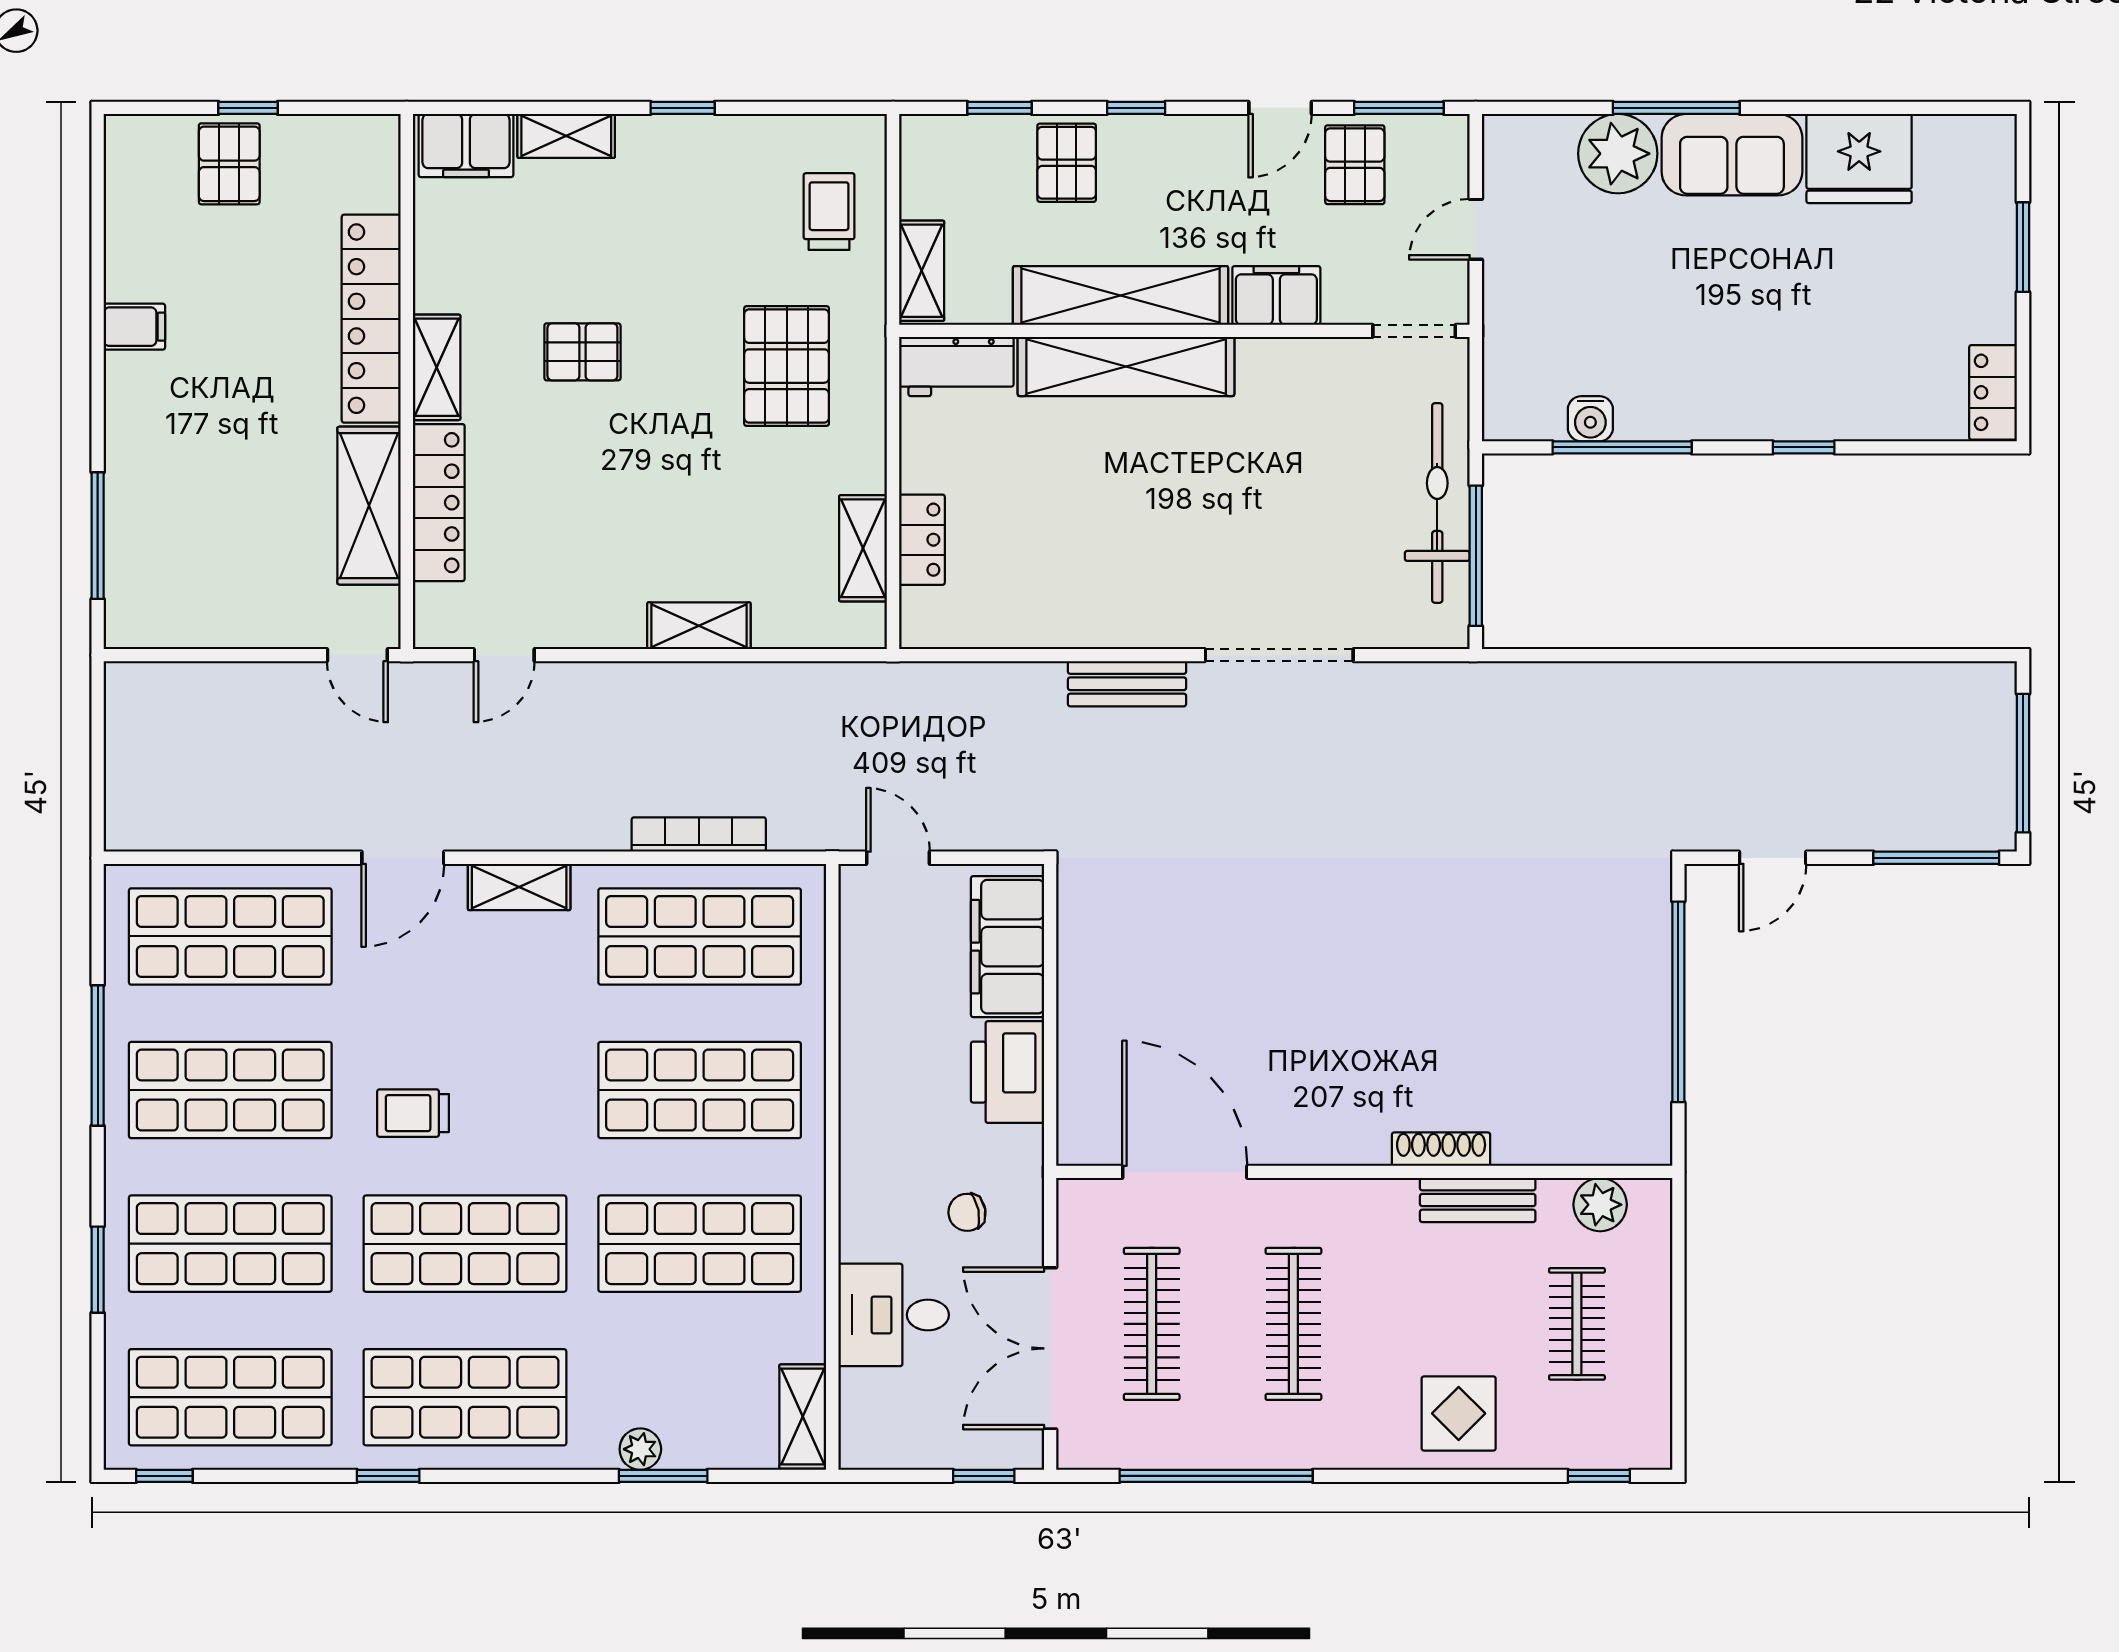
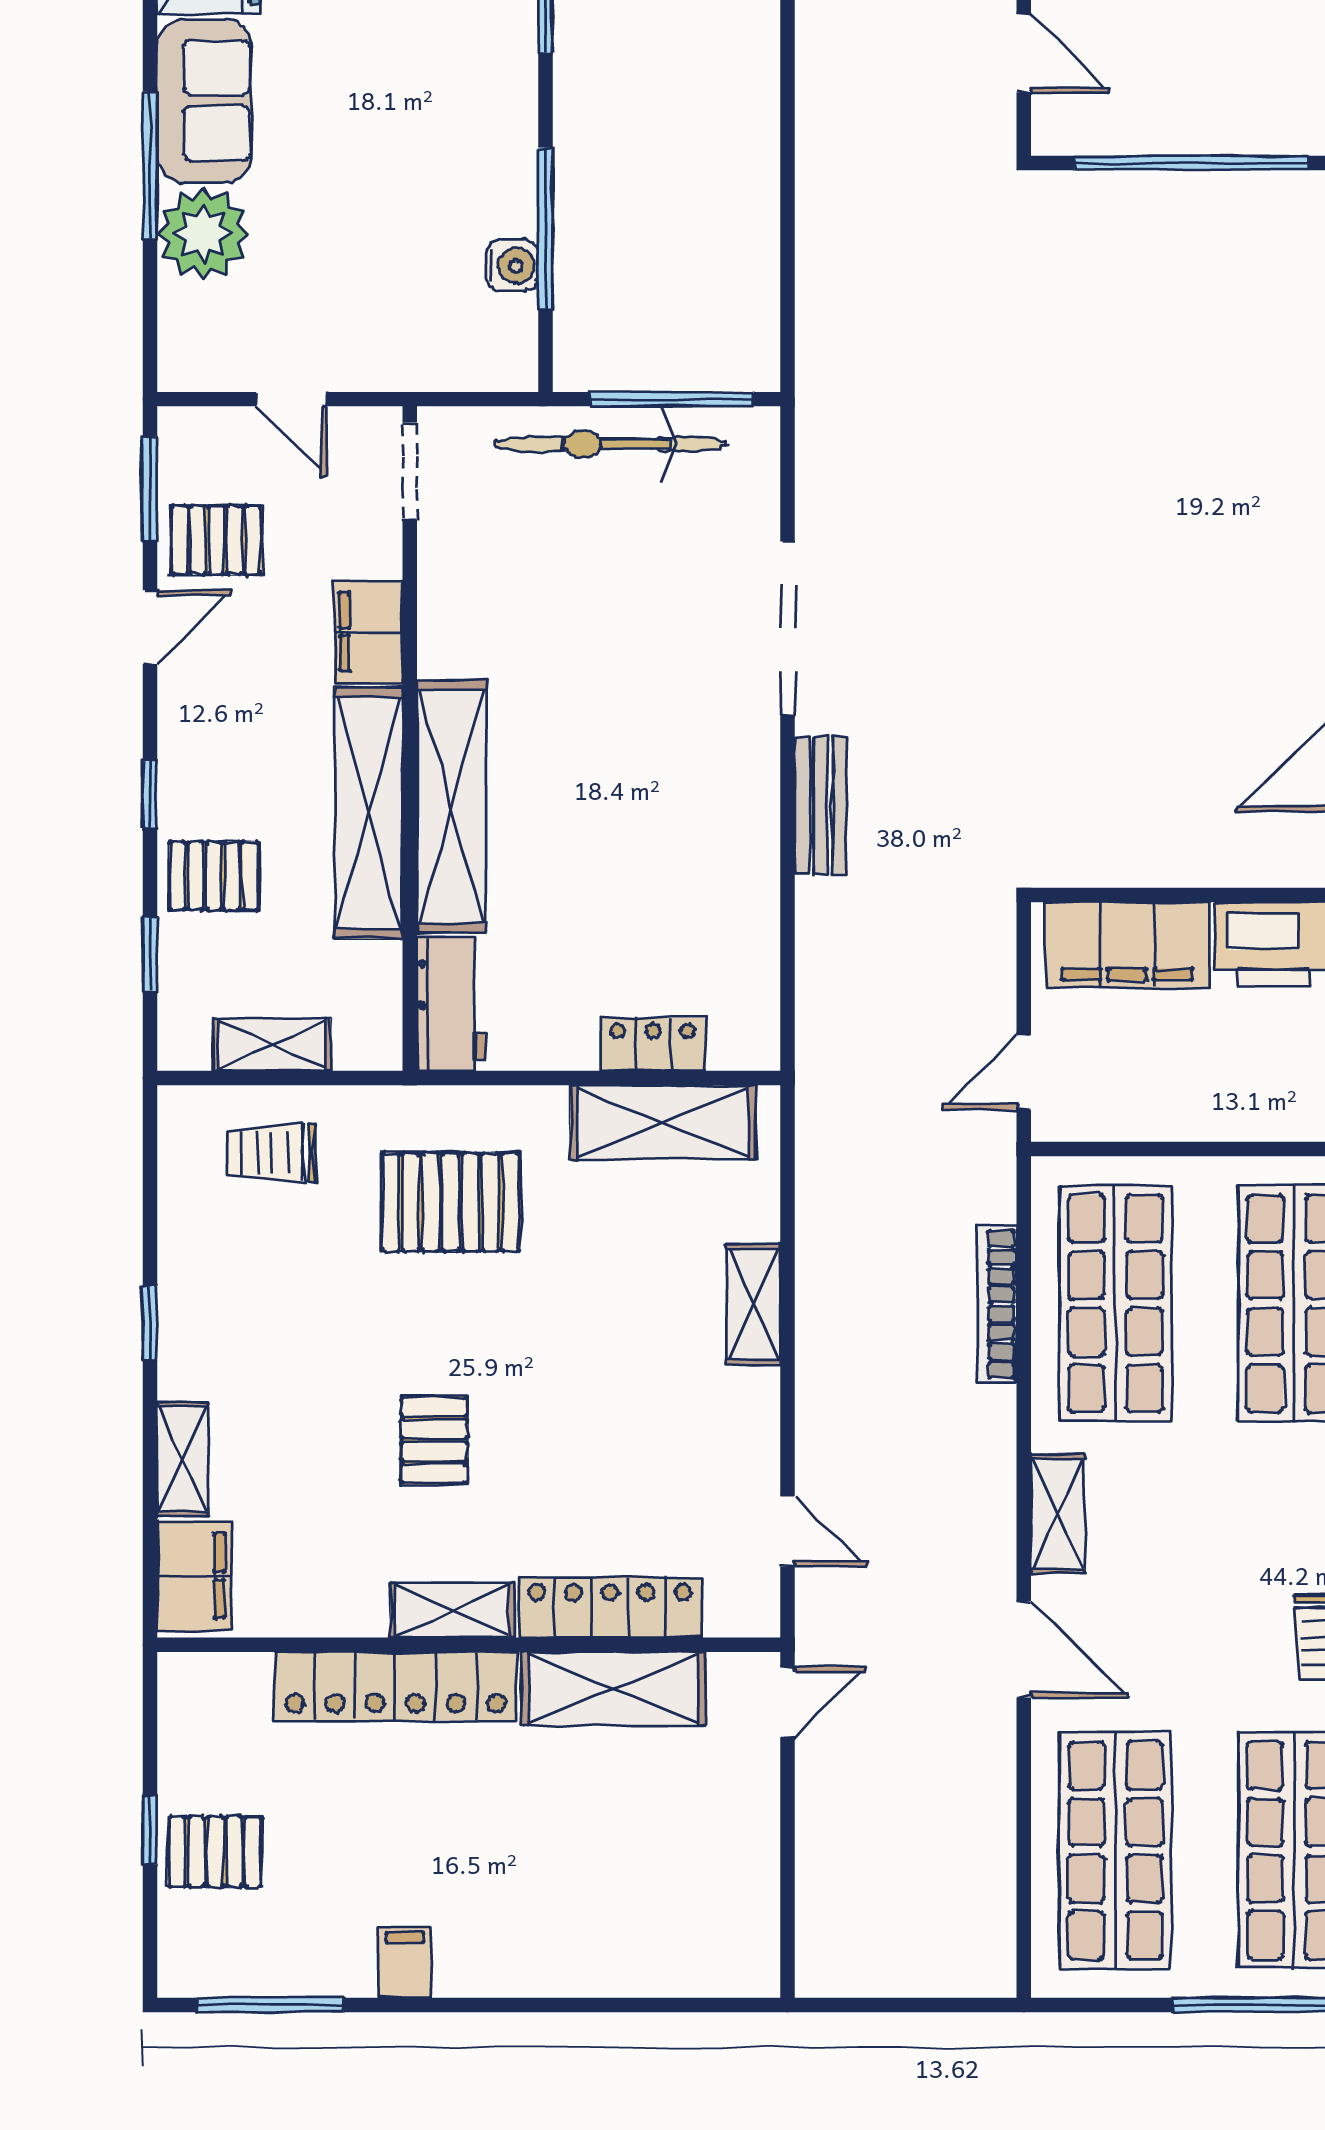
door: (1280, 108) -> (150, 627), hinge flipped
shelving: (922, 271) -> (272, 1045), moved
window: (98, 536) -> (270, 2005), moved
shelving: (863, 548) -> (663, 1122), width x1.50, depth x1.33

